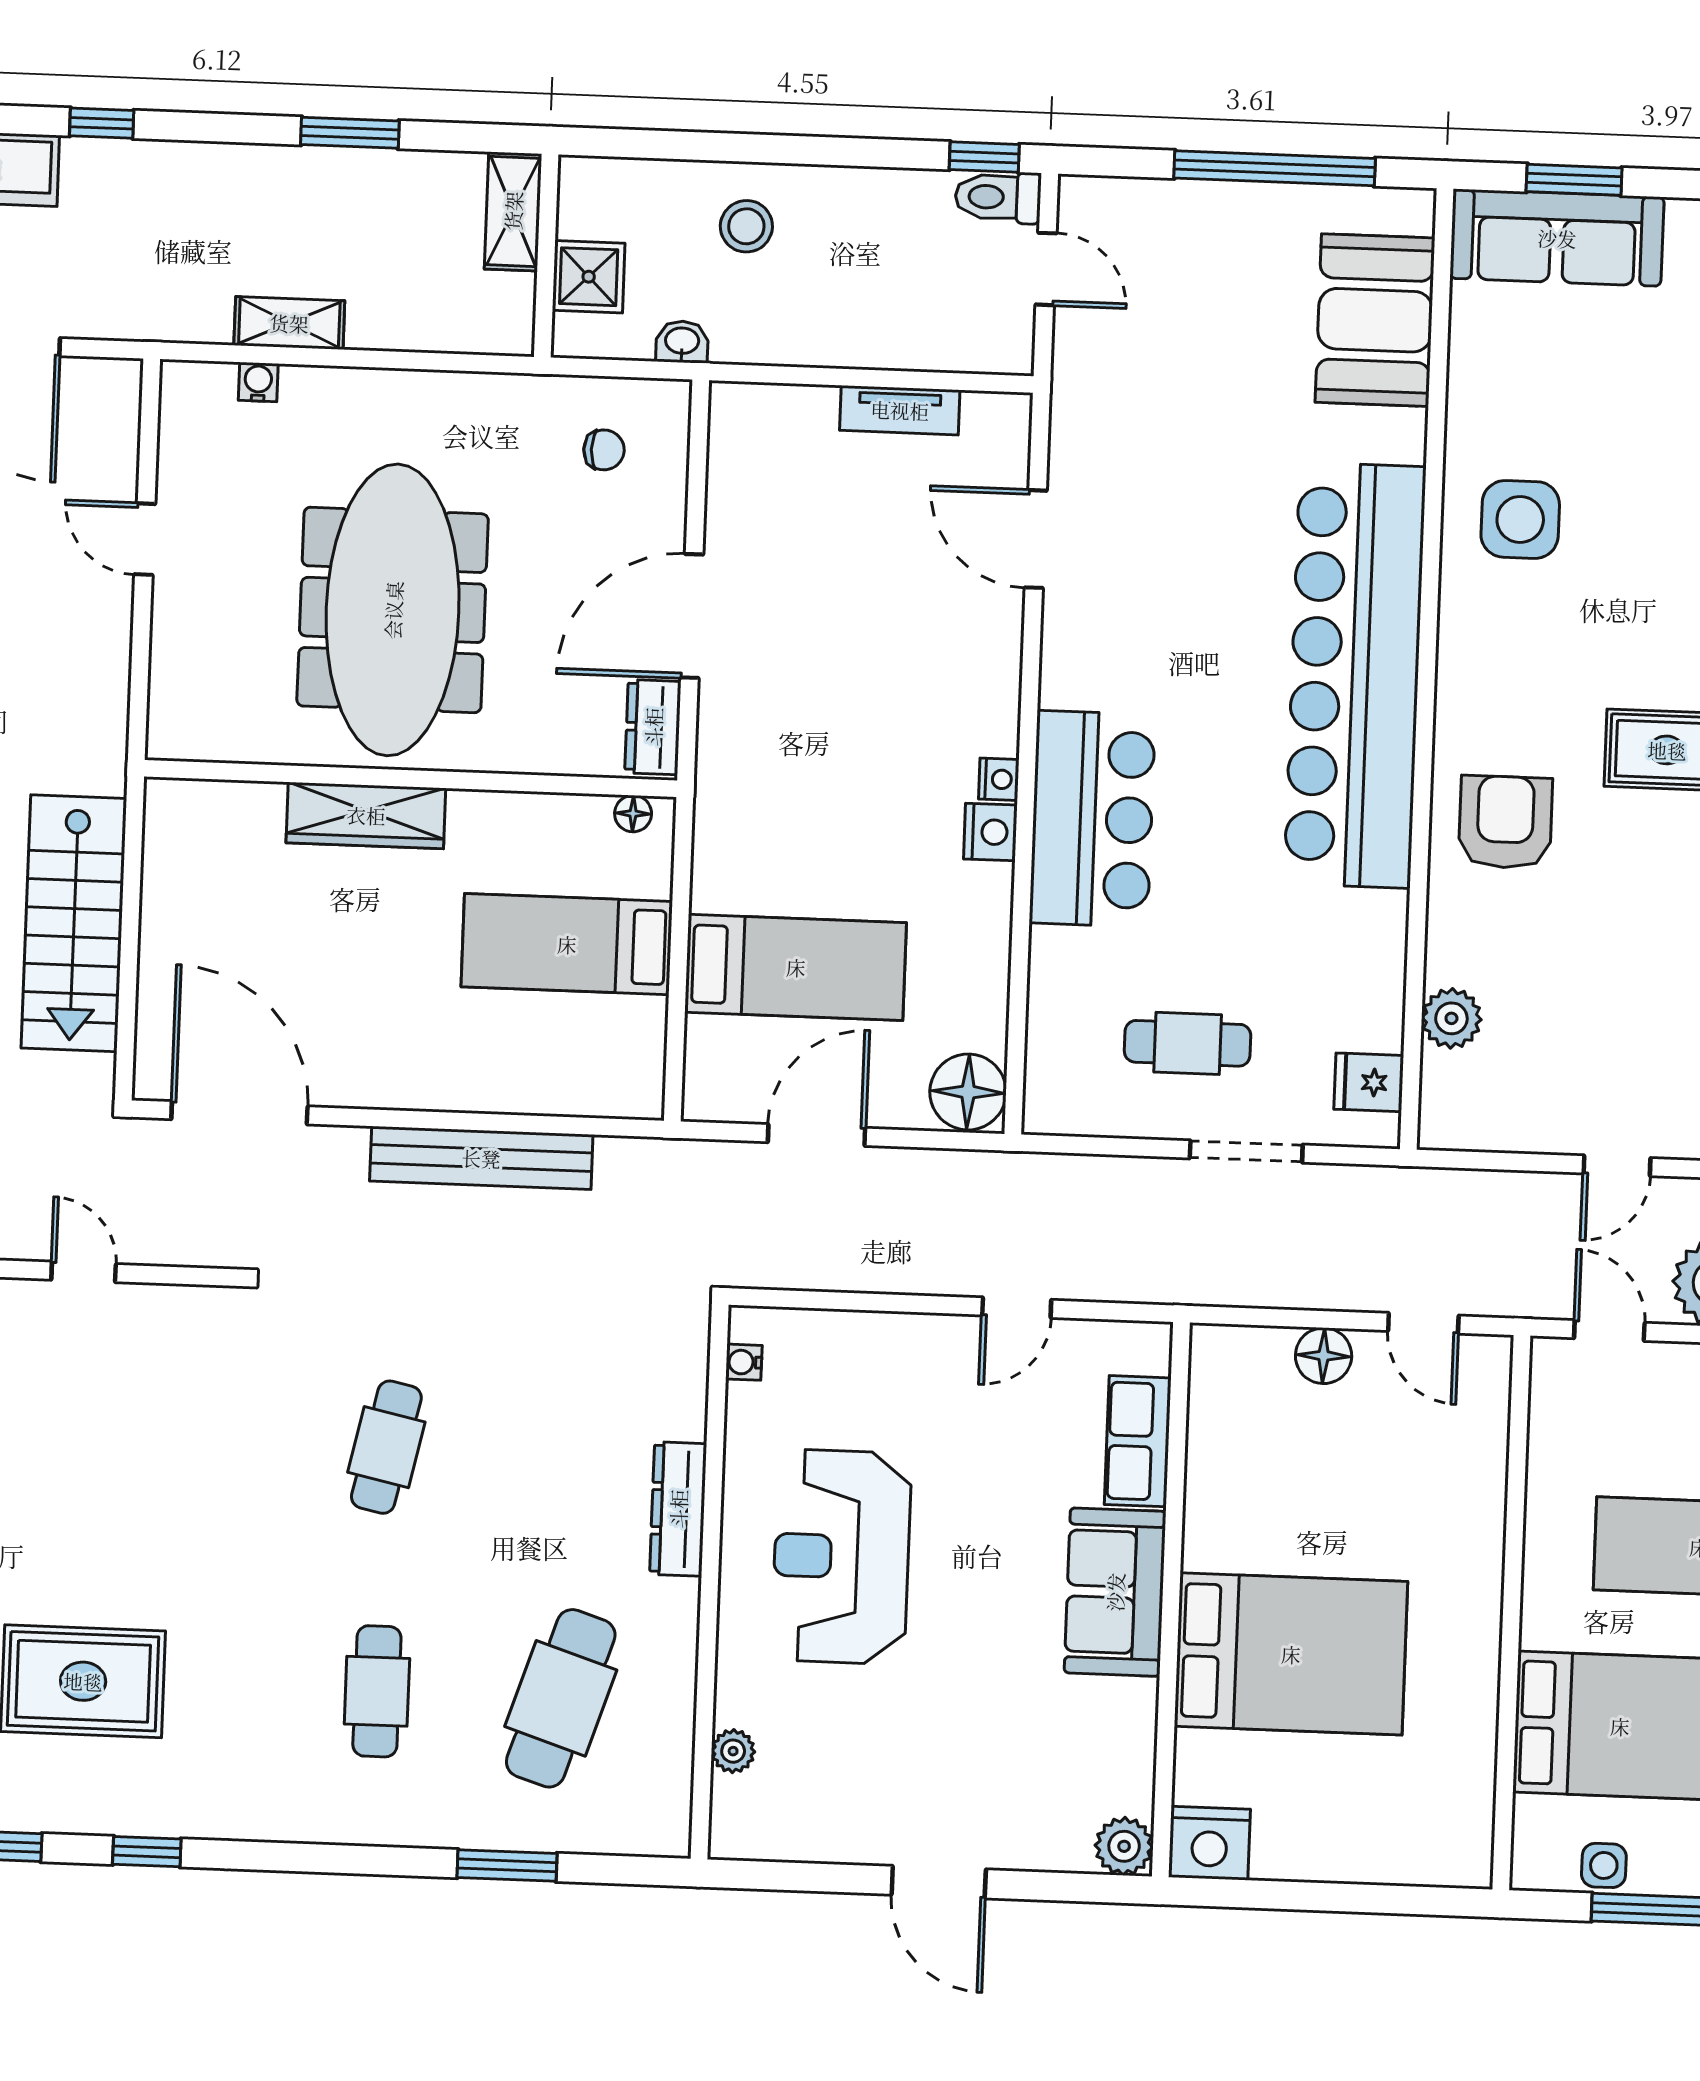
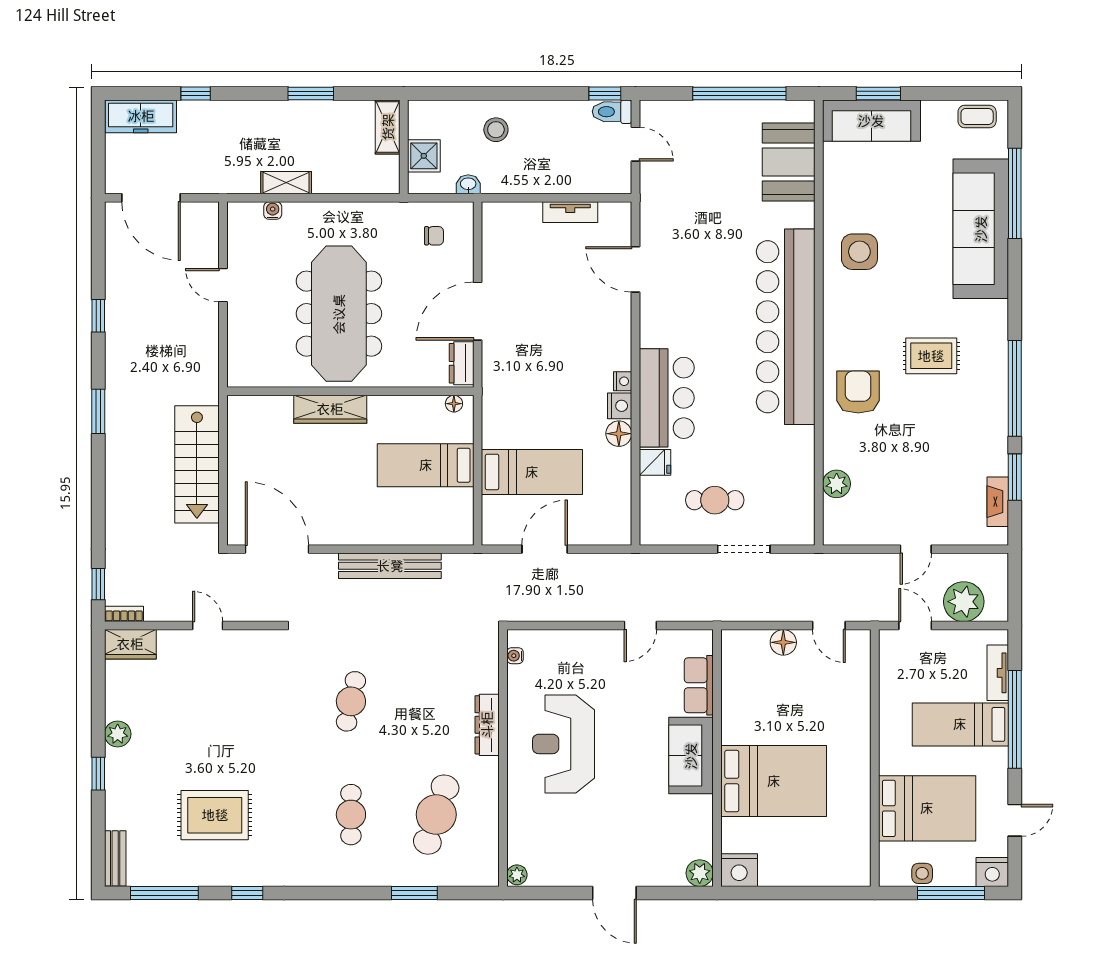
fridge: (1369, 1082) -> (655, 462), moved, turned 180
floor lamp: (968, 1092) -> (619, 434), moved, width x0.73, depth x0.73
plant: (733, 1751) -> (517, 875), moved

